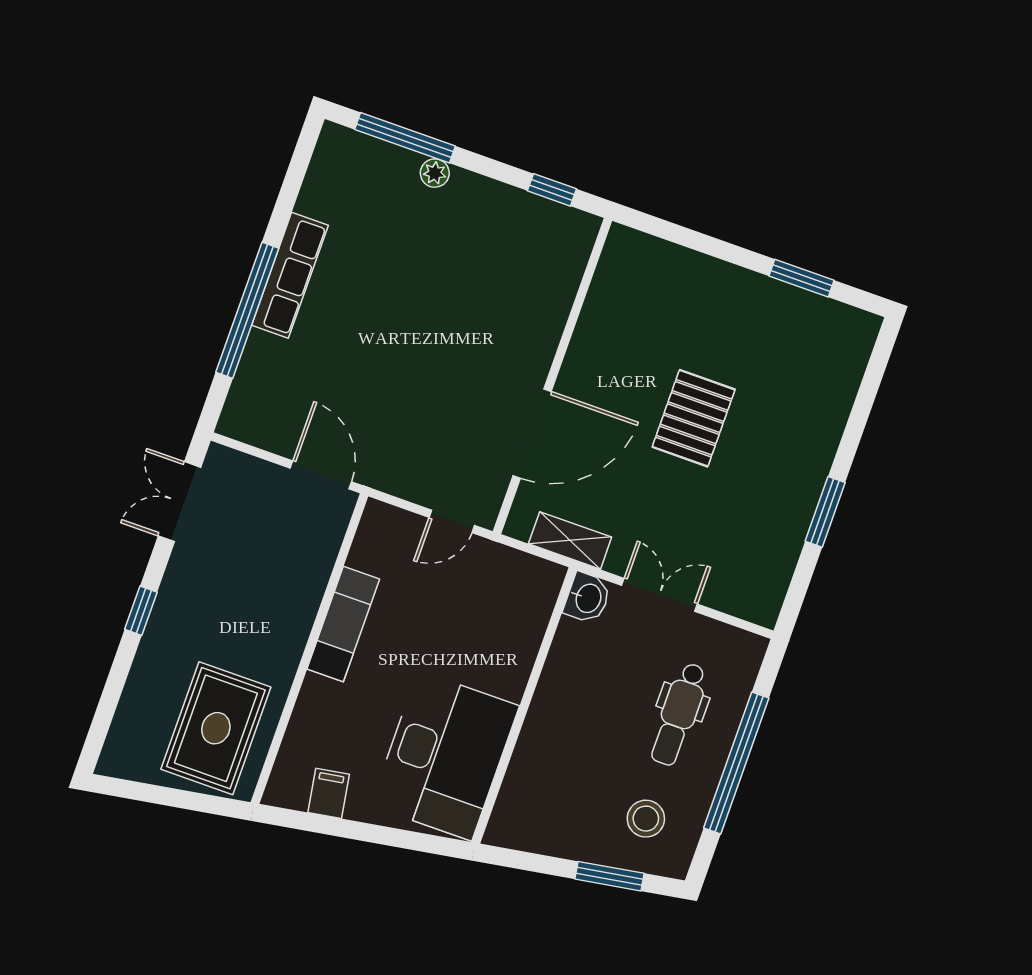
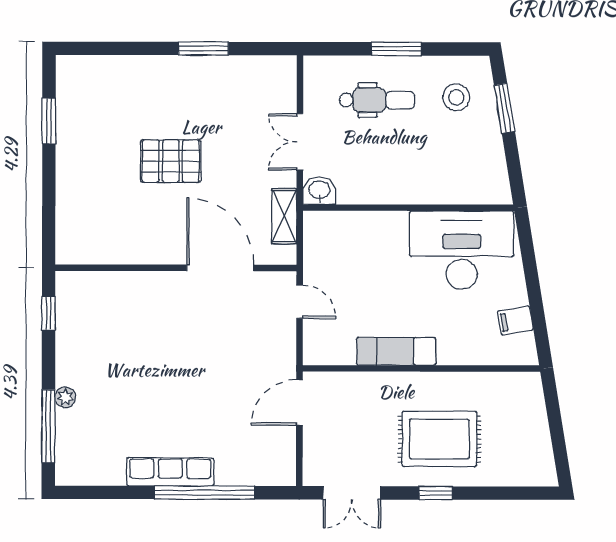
rug: (216, 728) -> (439, 439), moved
window: (736, 763) -> (396, 49), width x0.47

